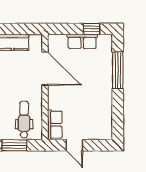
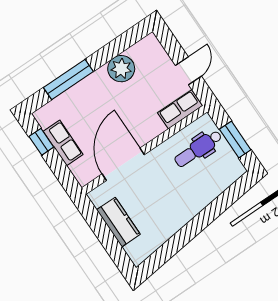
plant: (103, 106) -> (121, 69), added

